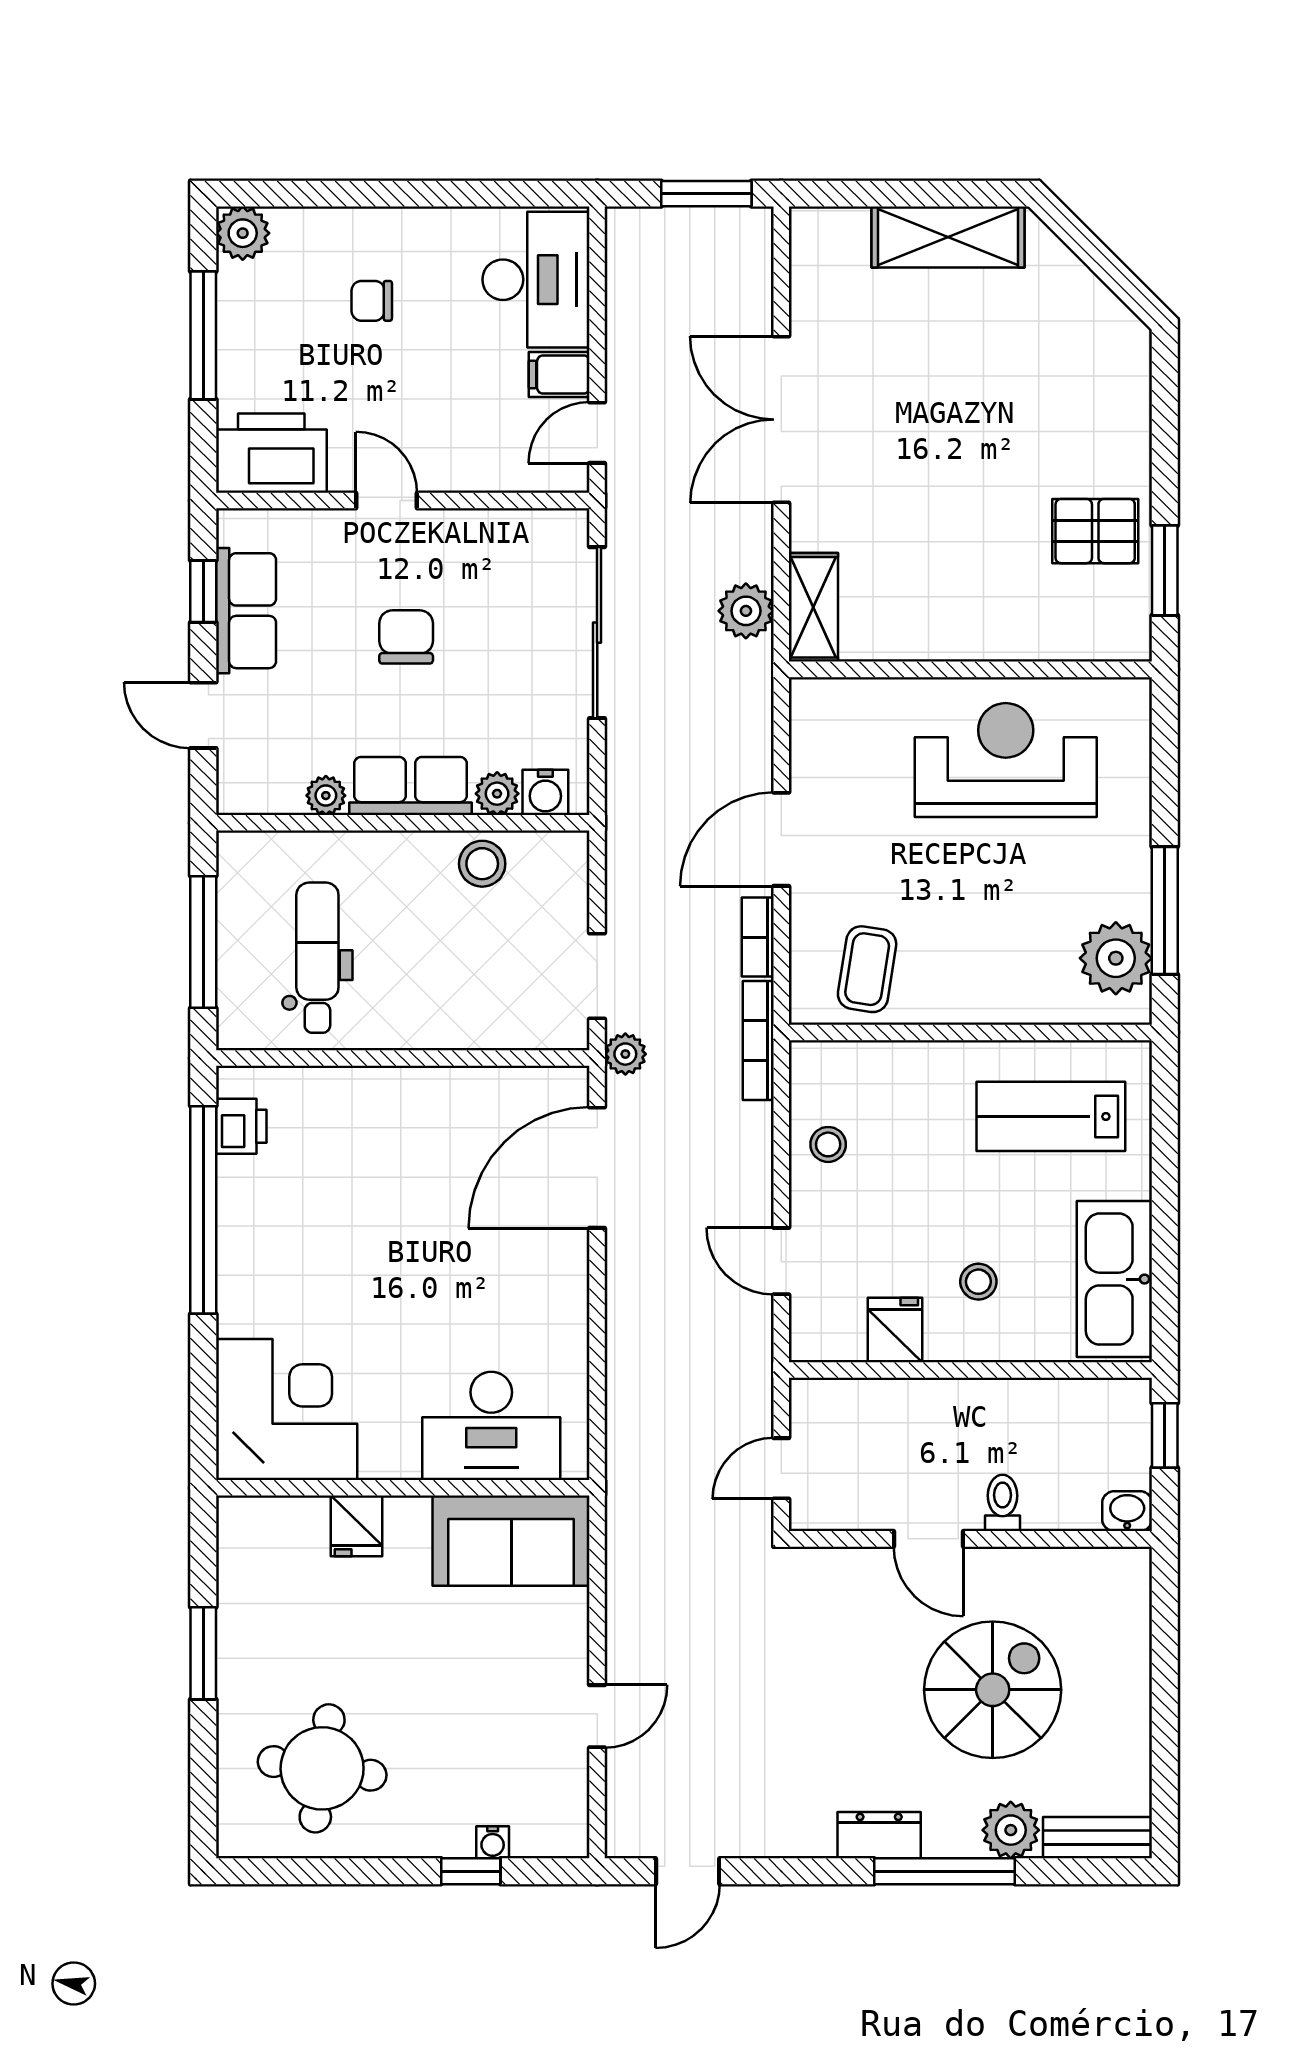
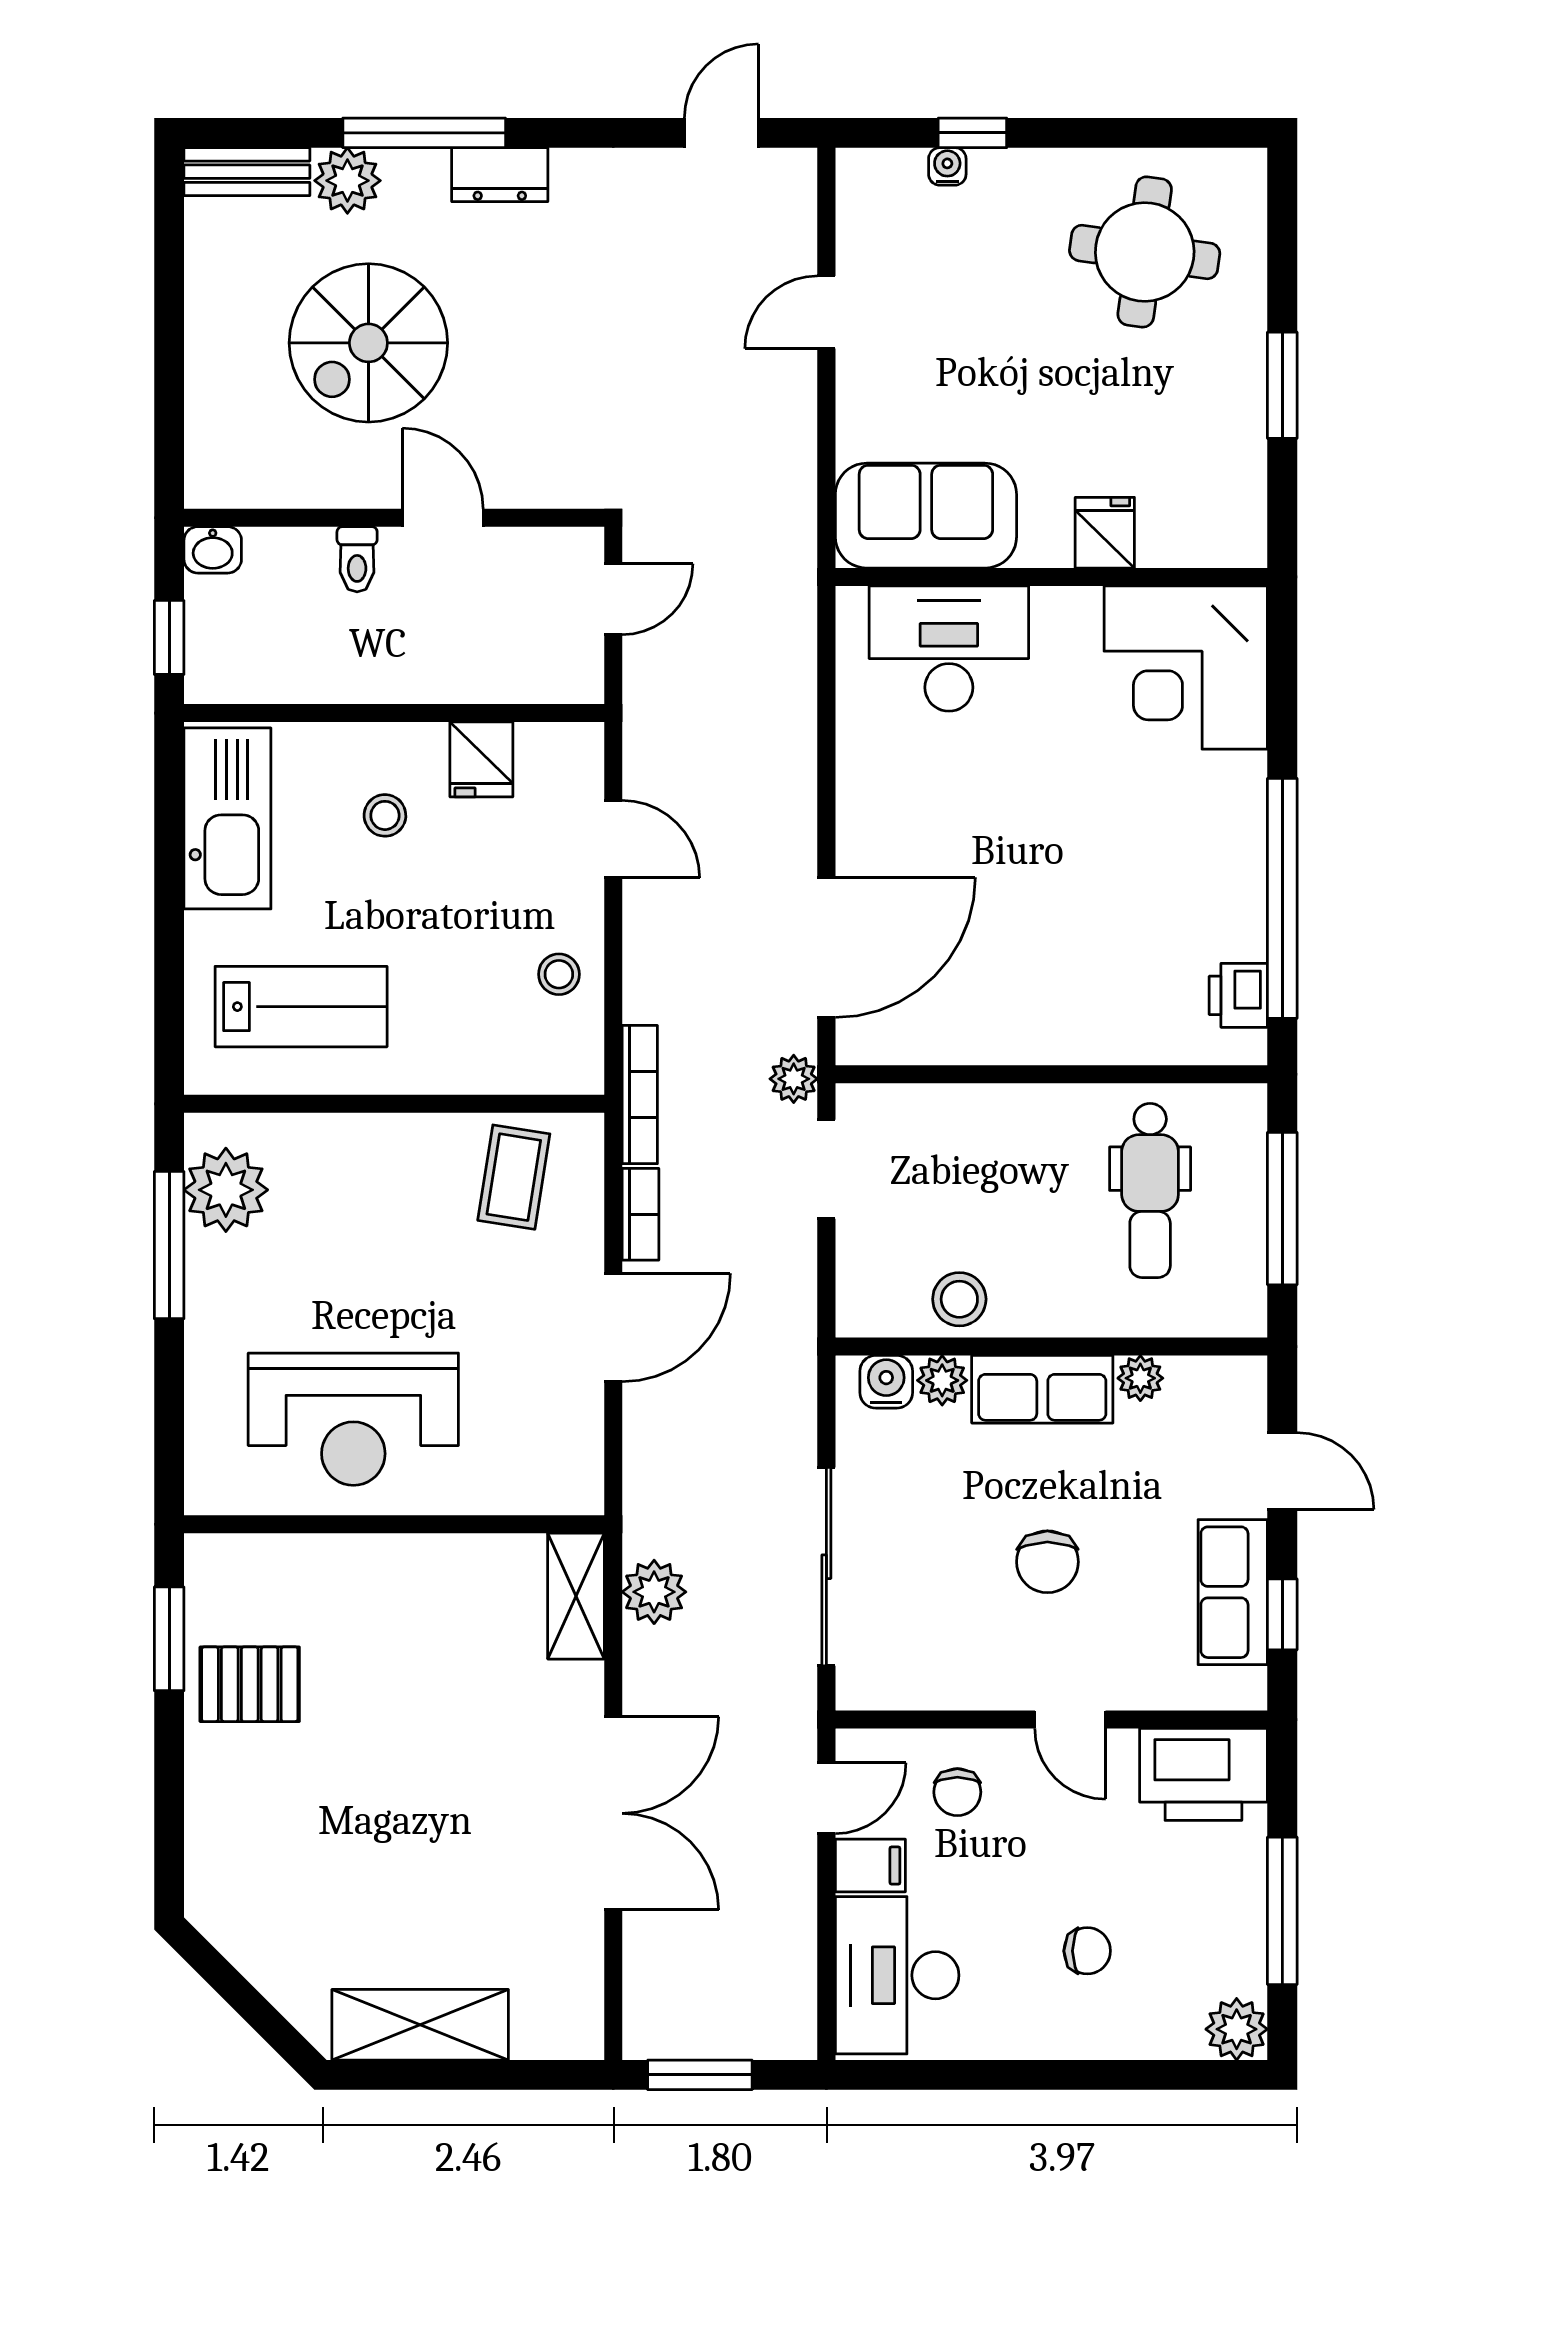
chair: (484, 438) -> (957, 1792), added

